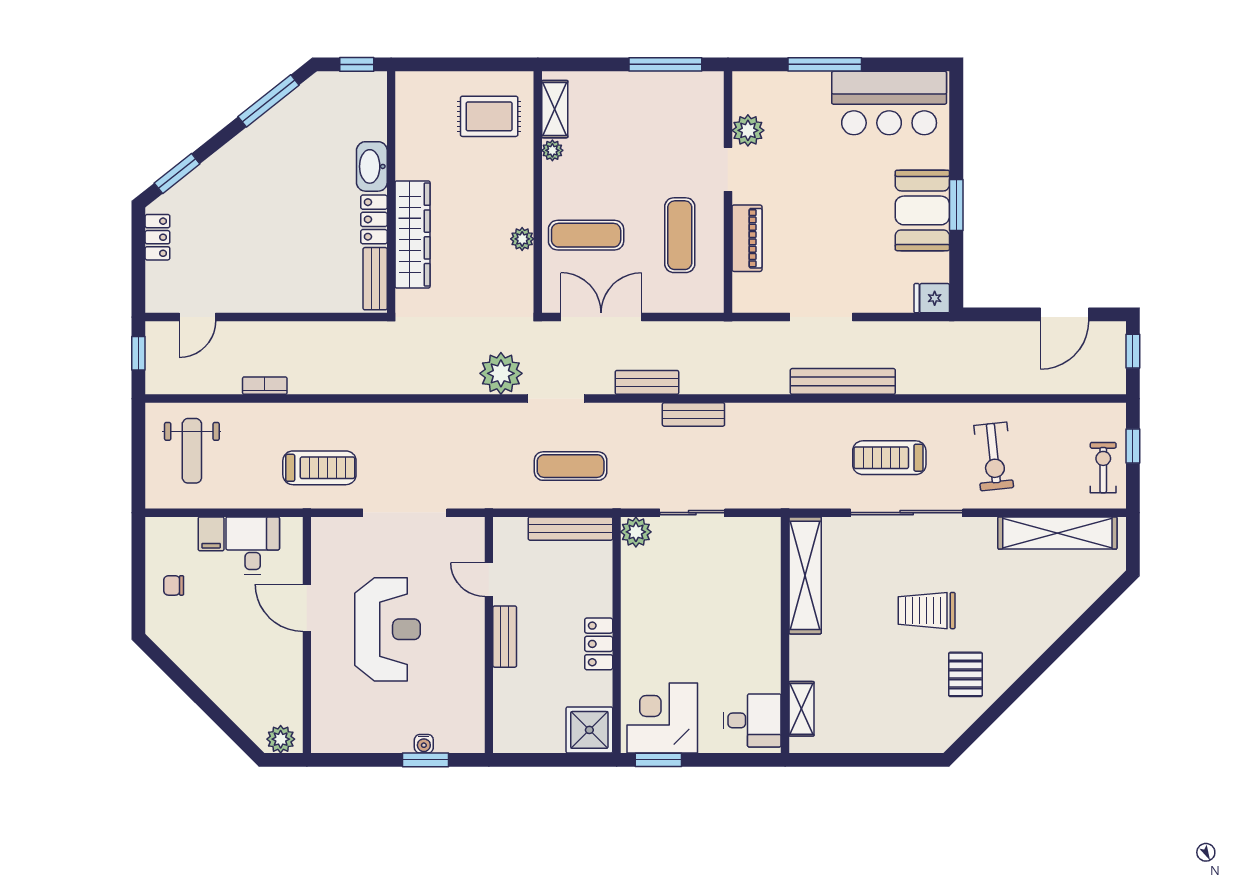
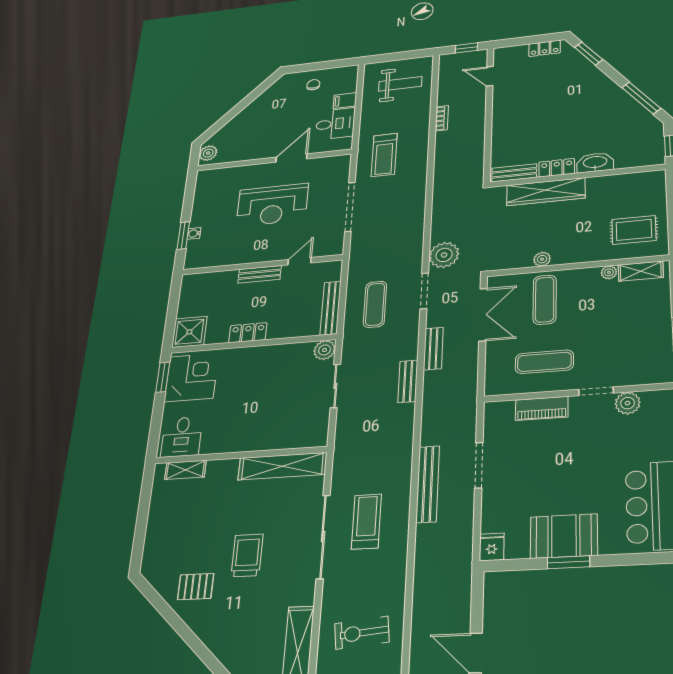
rug: (489, 116) -> (634, 230), turned 90
weight bench: (192, 451) -> (400, 84), turned 180
exercise bike: (994, 456) -> (362, 633), moved

